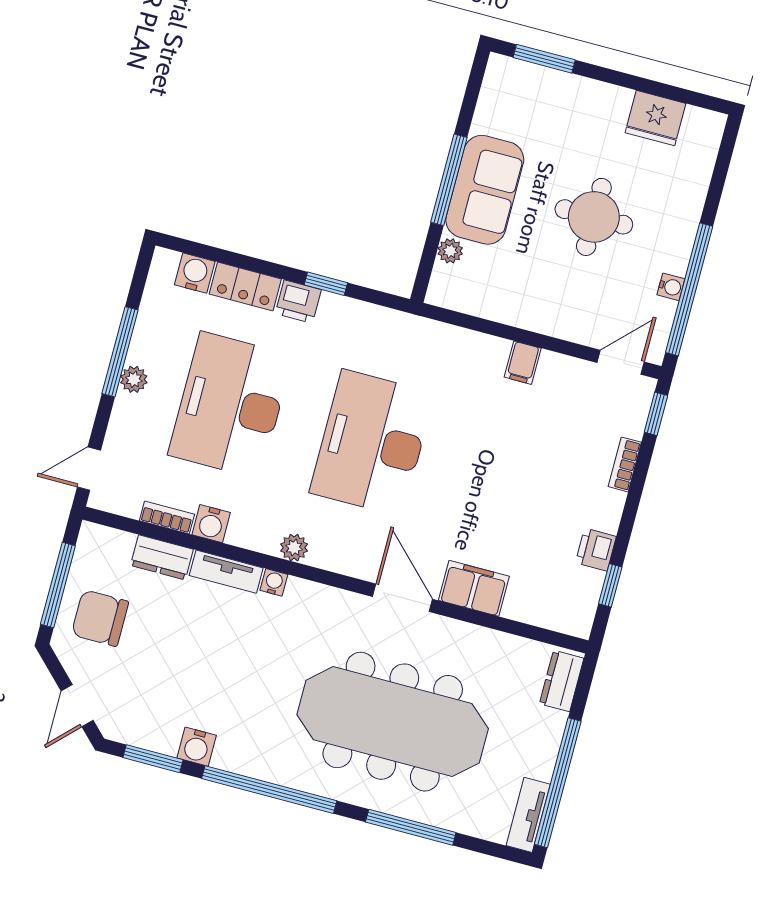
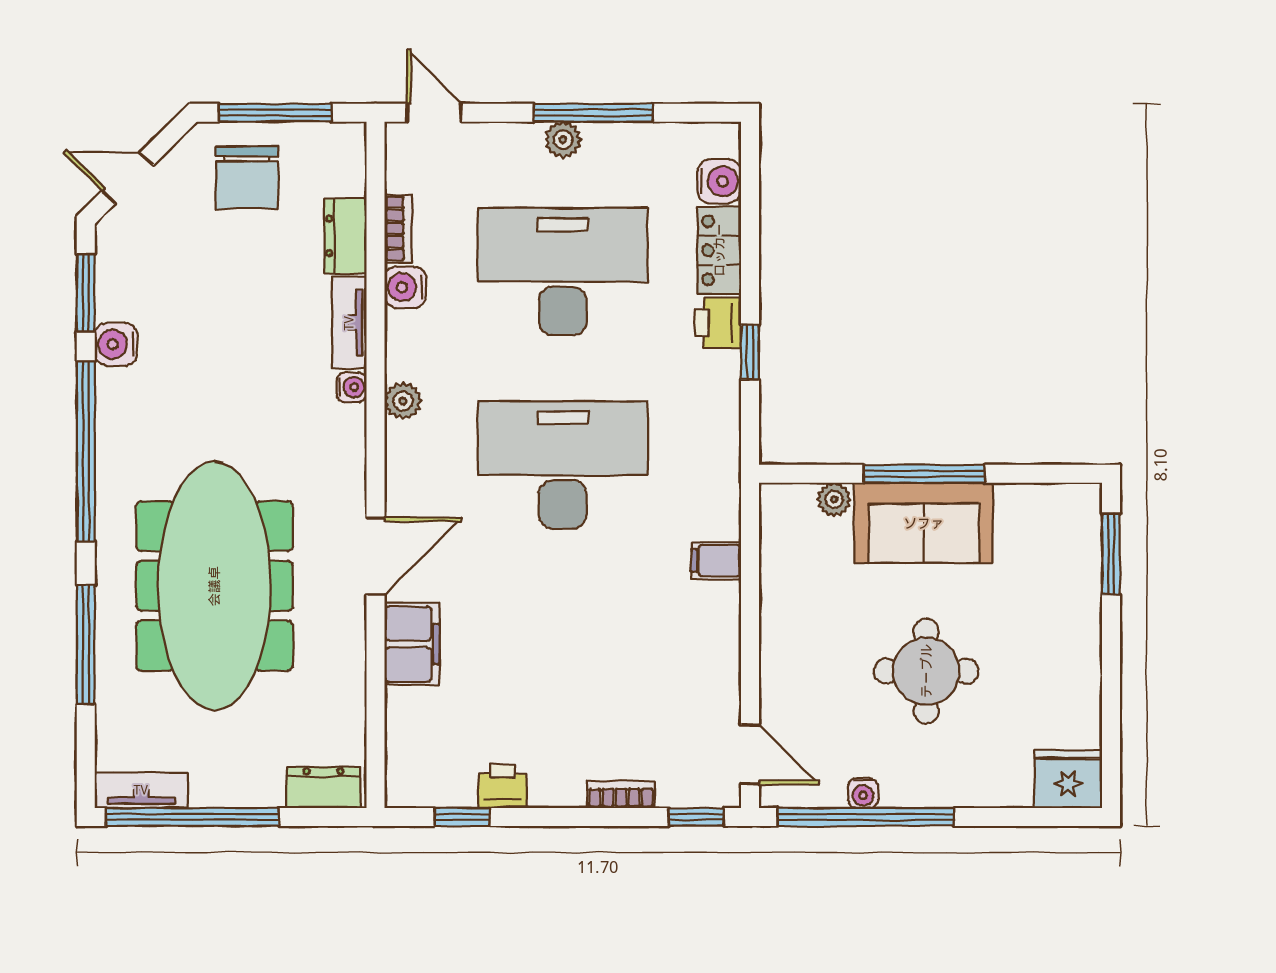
fridge: (655, 118) -> (1068, 779), moved, turned 90
filing cabinet: (523, 363) -> (716, 561), moved
chair: (100, 618) -> (247, 178), turned 180

